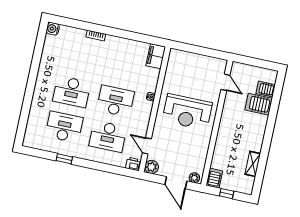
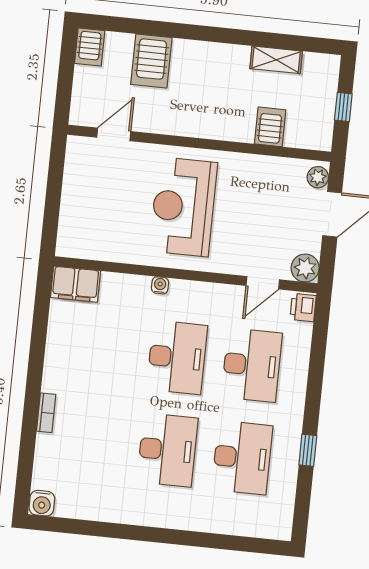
server rack: (266, 89) -> (90, 47), moved
desk: (115, 101) -> (177, 357), turned 180
reception desk: (187, 112) -> (183, 207), turned 180
desk: (64, 127) -> (242, 458), turned 180
server rack: (214, 178) -> (270, 127), moved, turned 90

